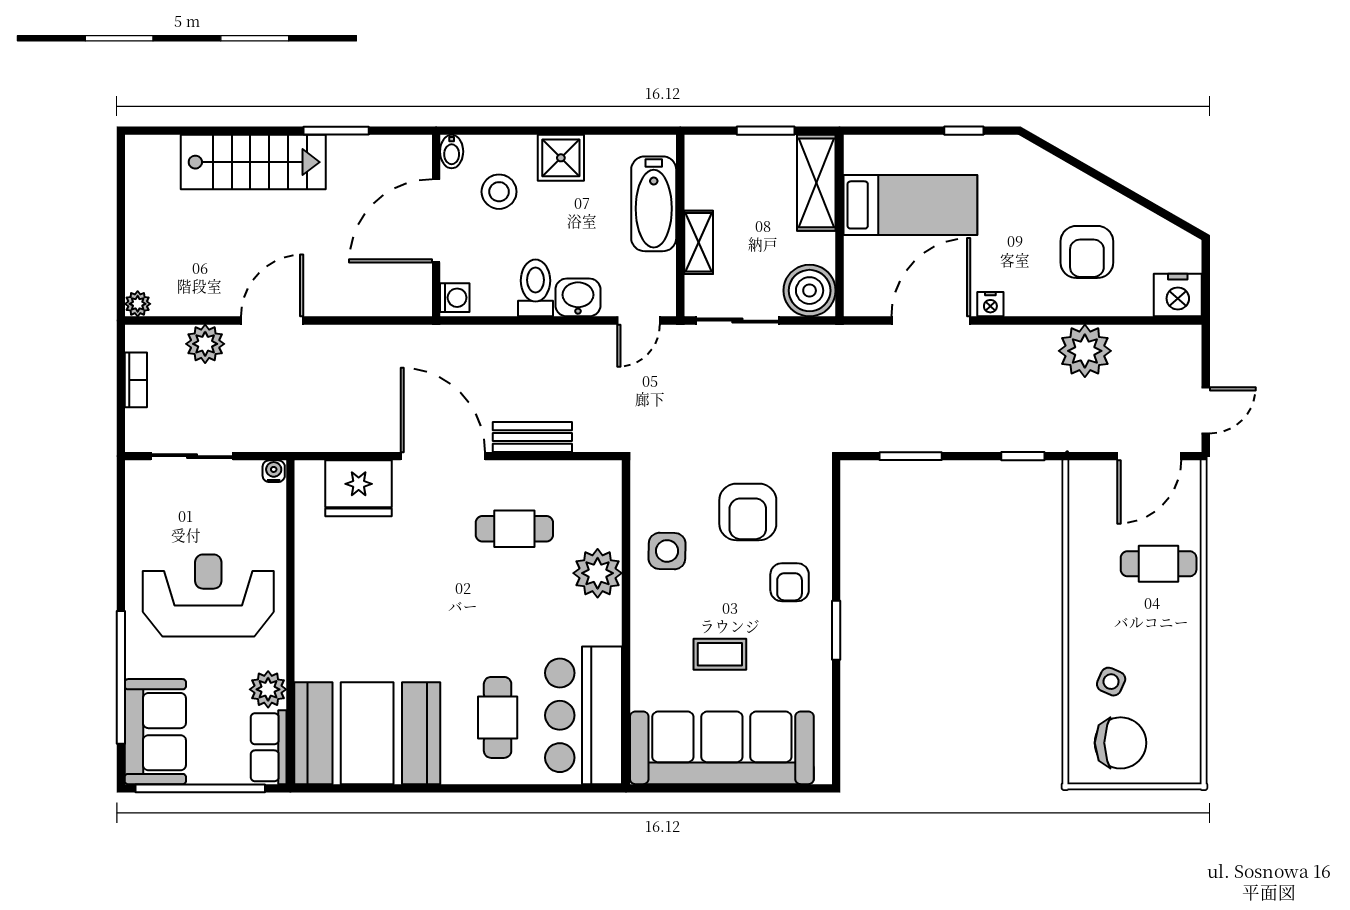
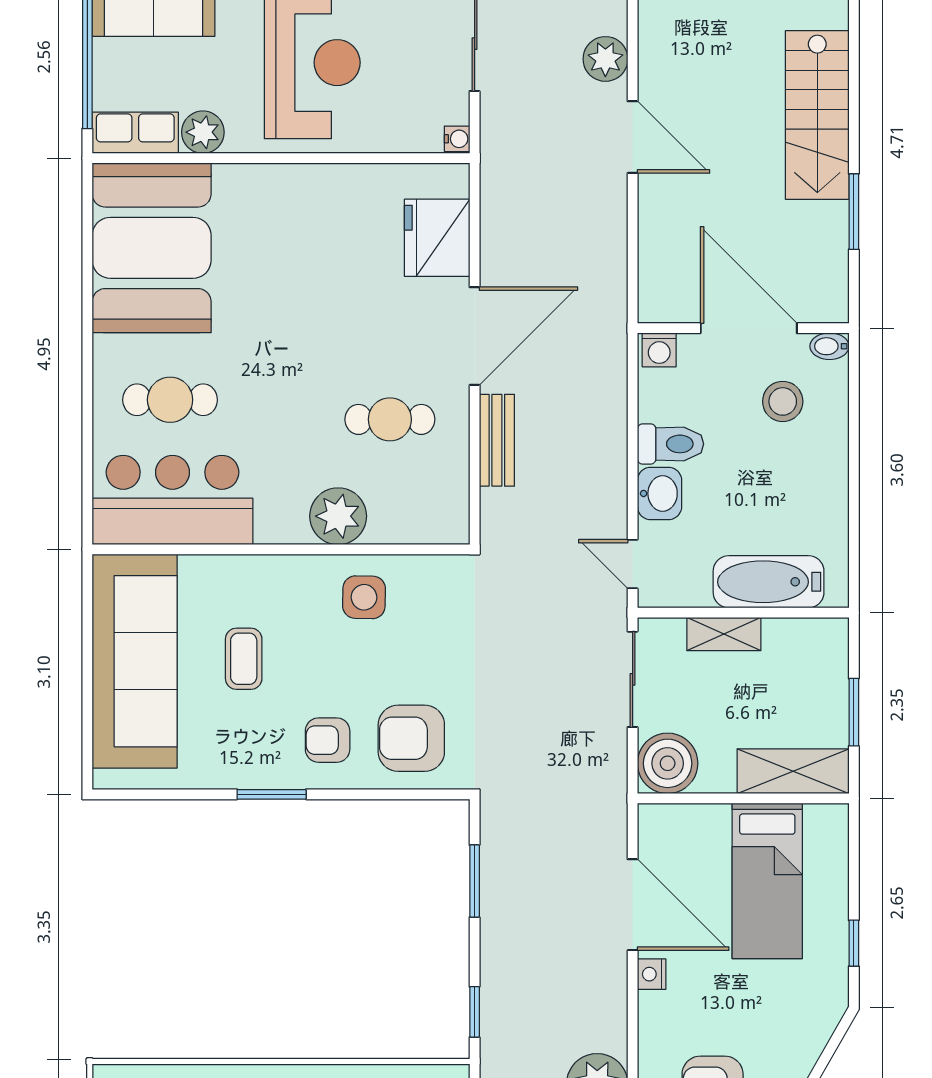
shower: (561, 158) -> (822, 474), removed
armchair: (748, 512) -> (411, 738), moved
cafe table: (514, 529) -> (390, 419), turned 90

